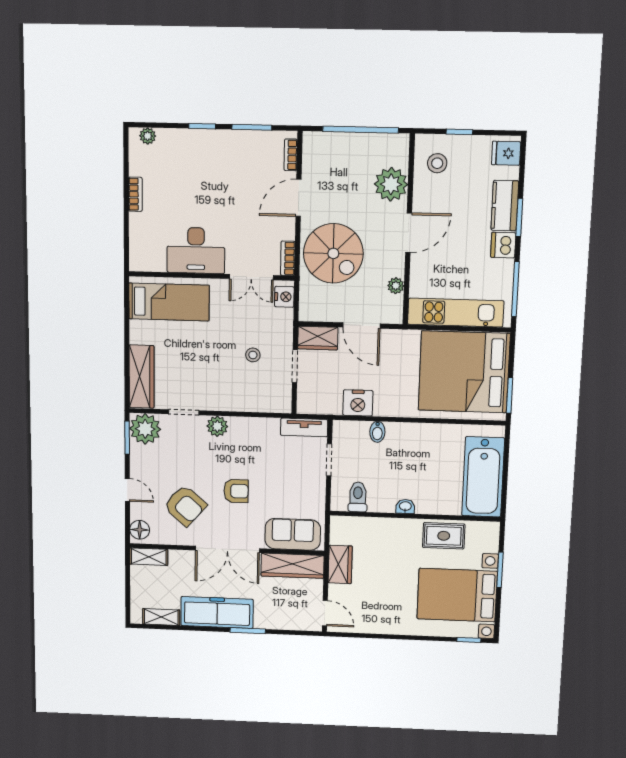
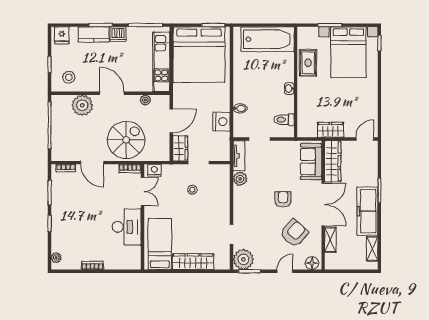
wardrobe: (142, 377) -> (193, 262), moved
plant: (217, 426) -> (240, 179), moved
shelving: (149, 557) -> (330, 240), moved

